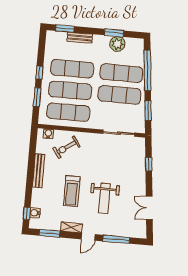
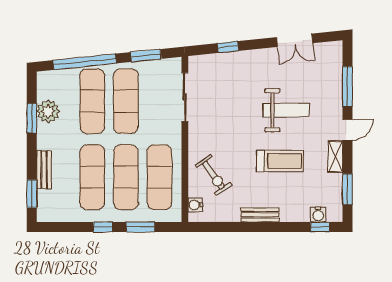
bench: (38, 171) -> (260, 215), width x0.73
door: (88, 237) -> (348, 130), hinge flipped

